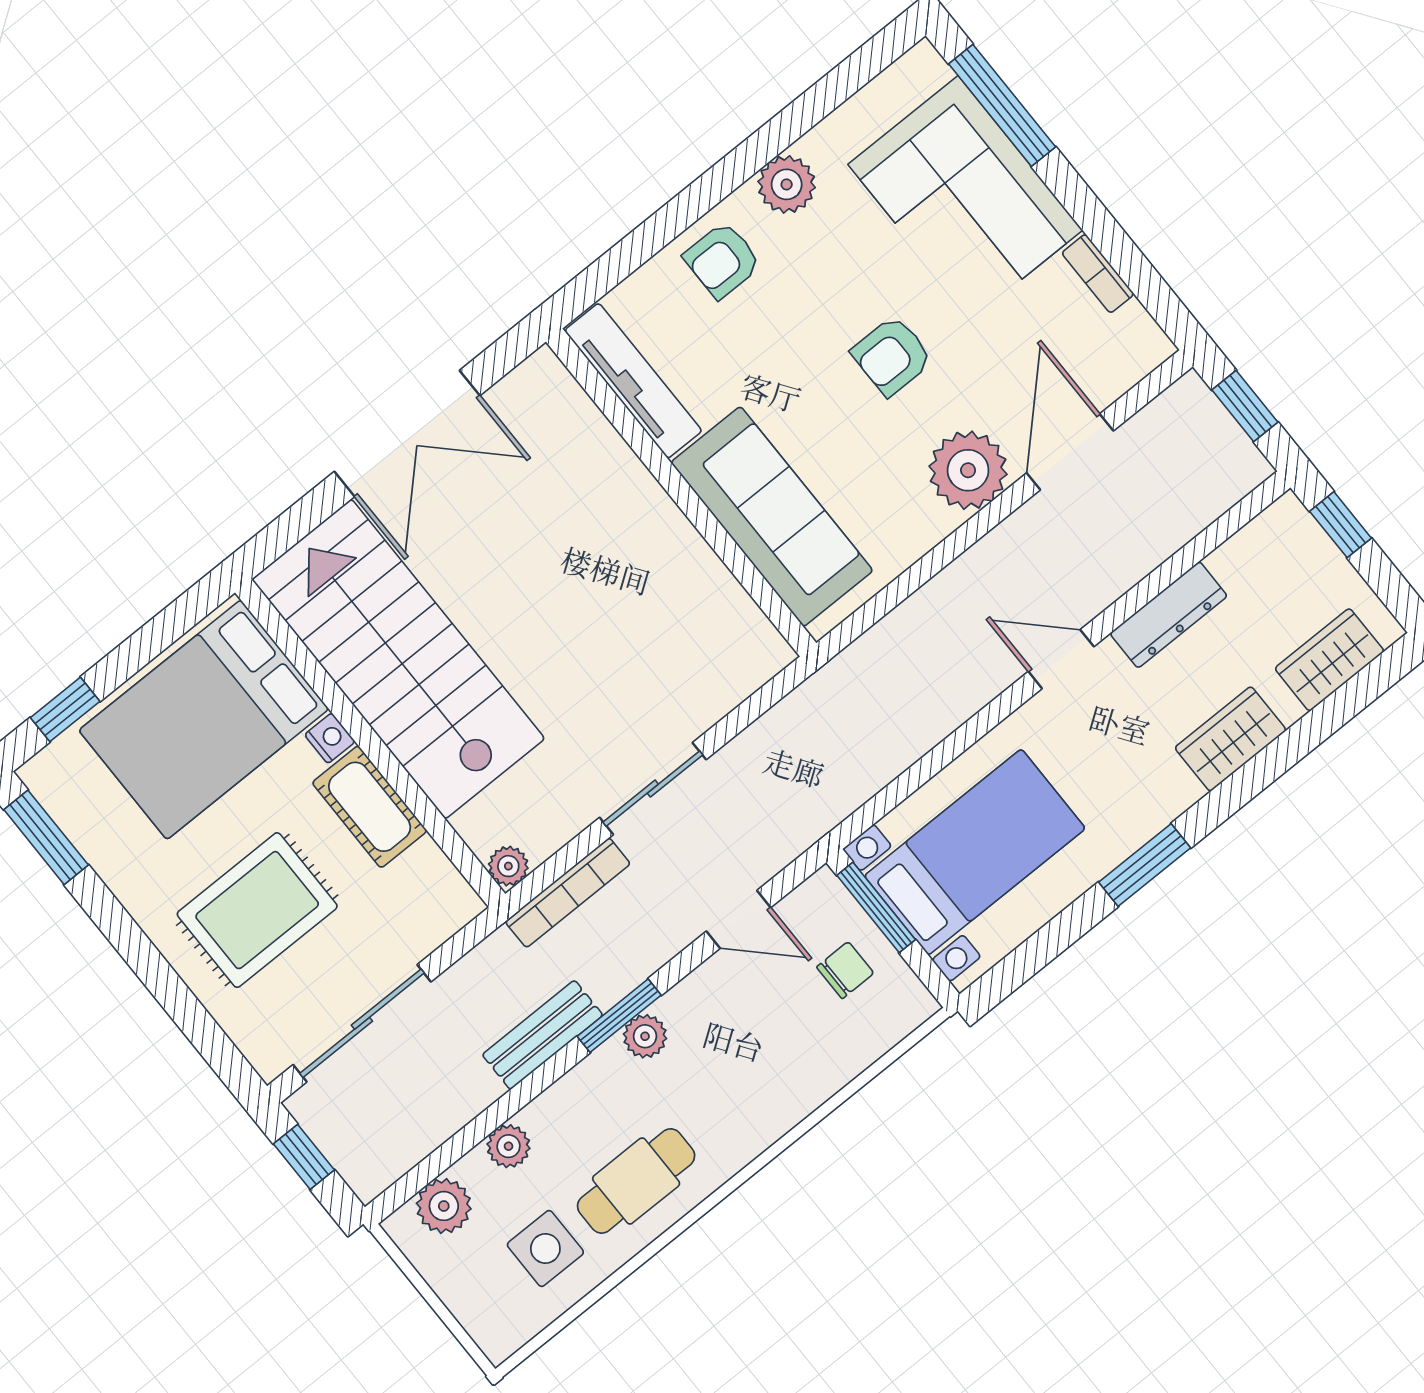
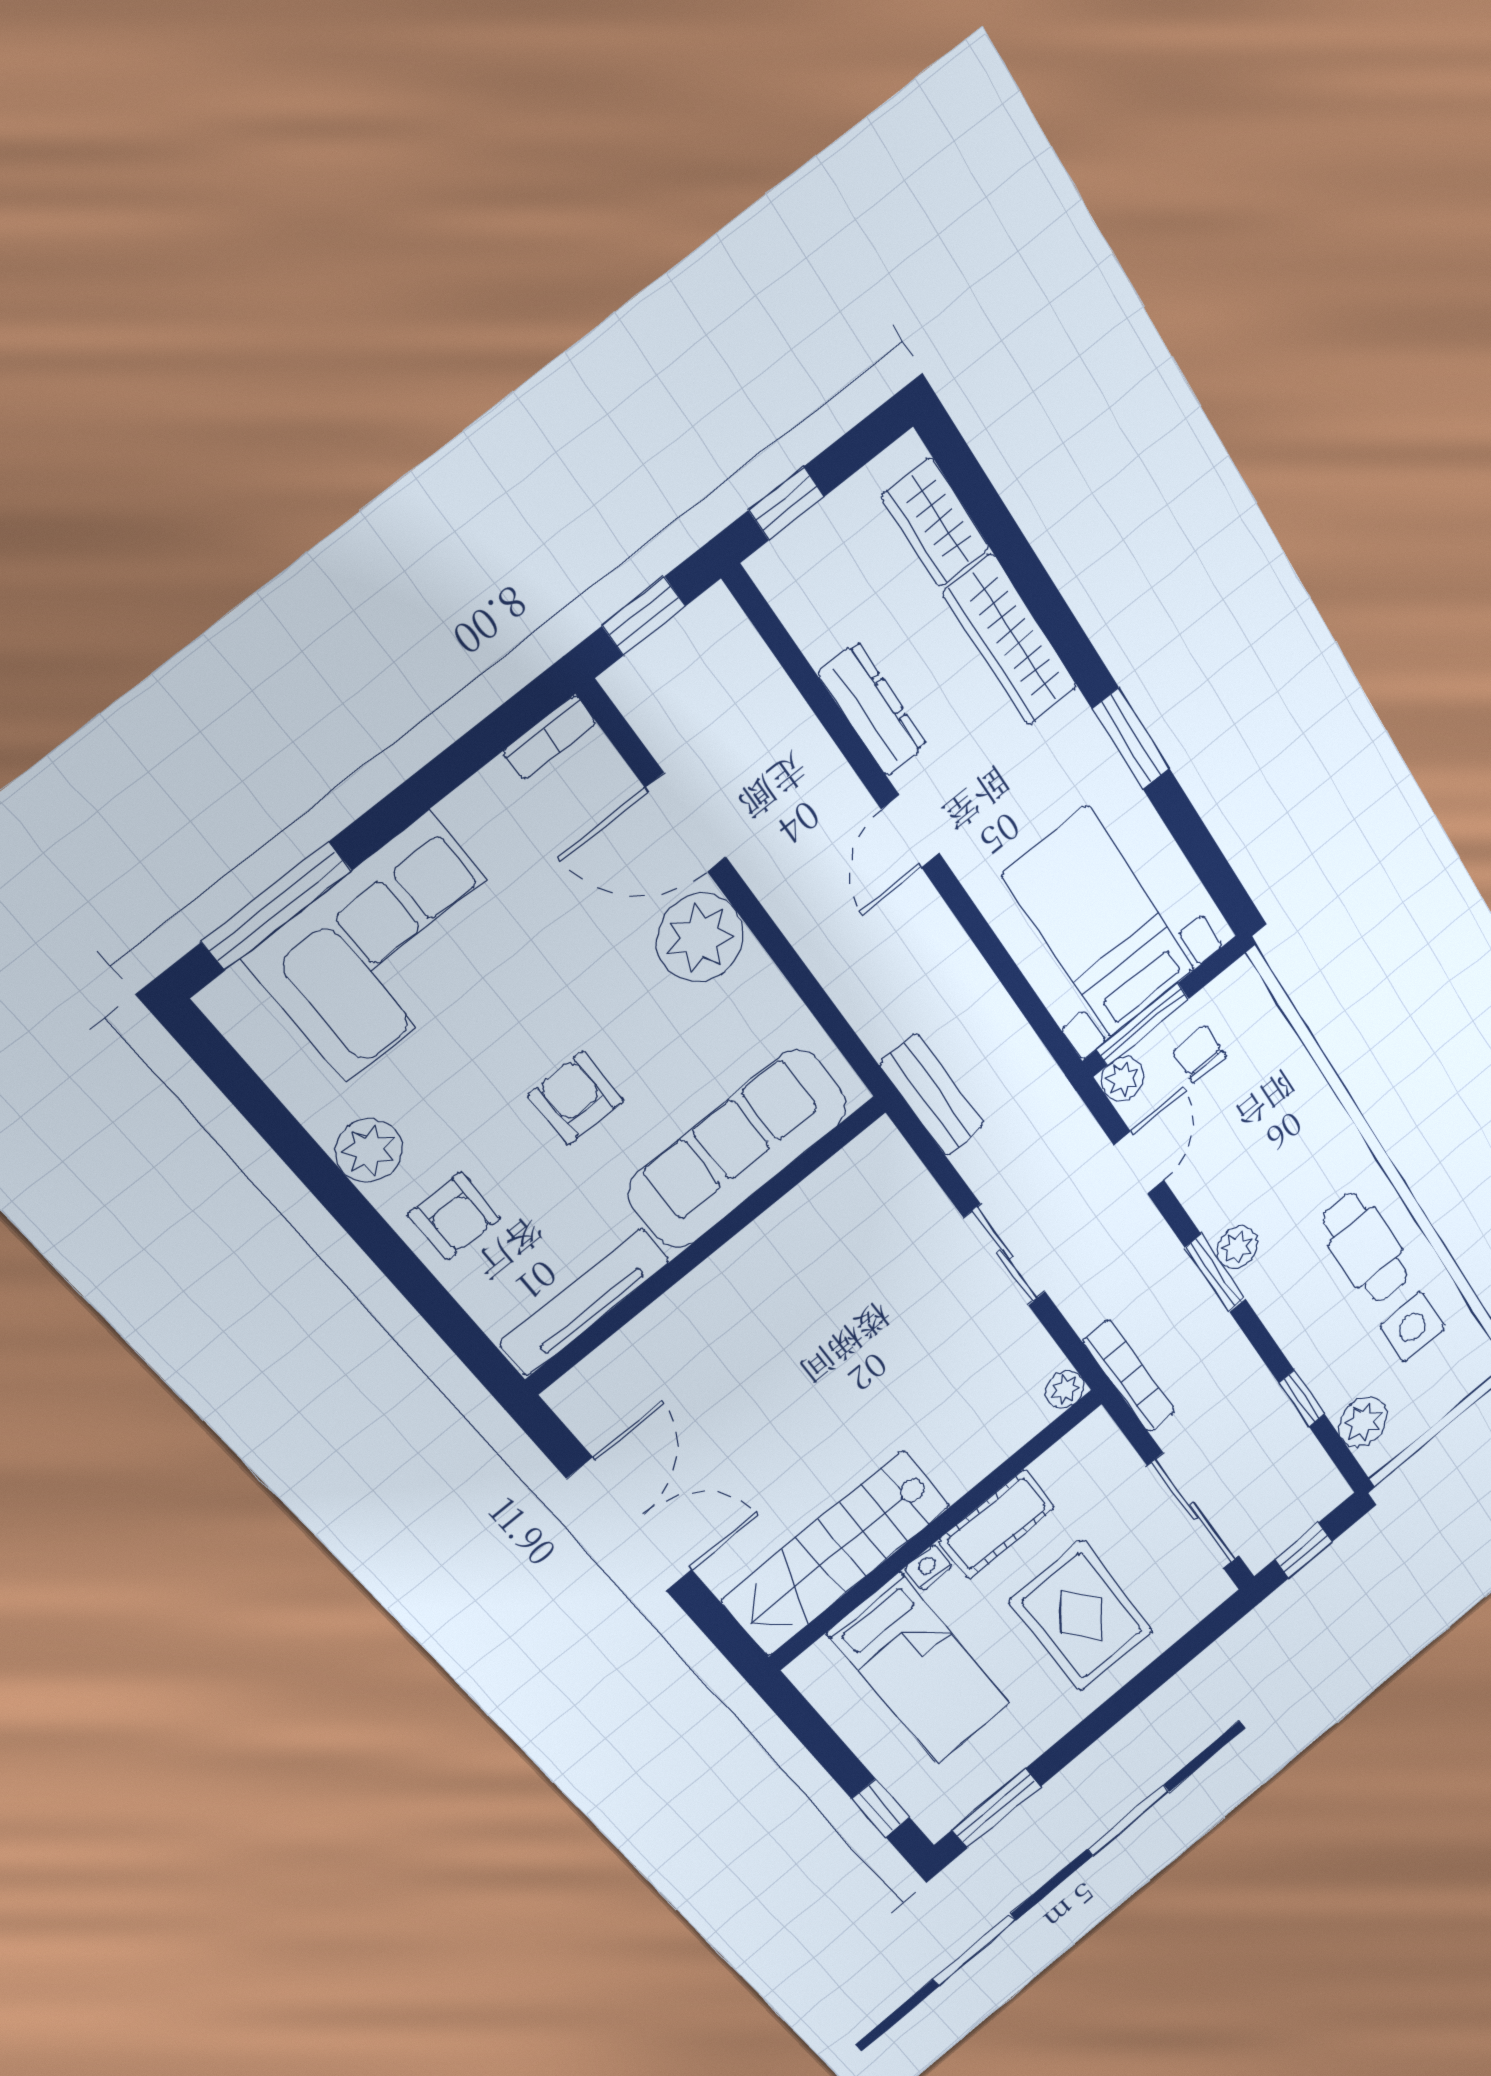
bookcase: (1098, 274) -> (549, 737), moved
armchair: (892, 356) -> (576, 1098), moved, turned 180
stairs: (398, 659) -> (836, 1553), width x0.73, depth x0.66
bed: (204, 720) -> (919, 1669), width x0.67
wardrobe: (1231, 739) -> (1011, 640), width x1.50
bookcase: (568, 893) -> (1129, 1376), moved
bench: (543, 1035) -> (932, 1095), moved
window: (476, 1131) -> (1302, 1399), added
plant: (509, 1146) -> (1122, 1079), moved

